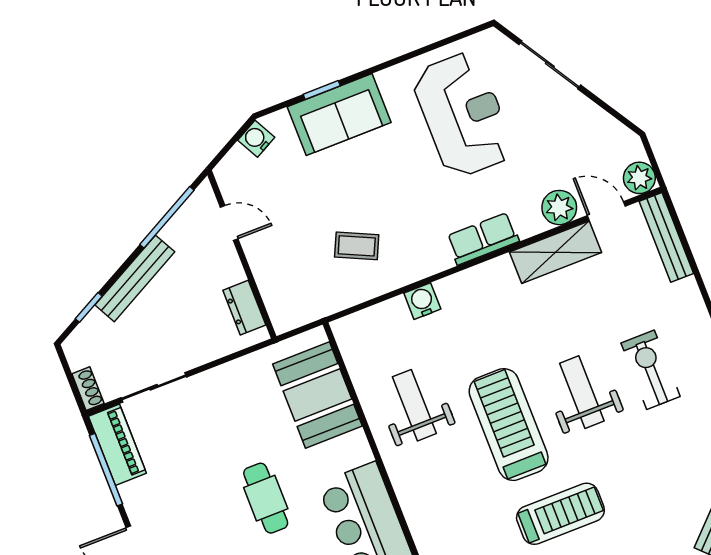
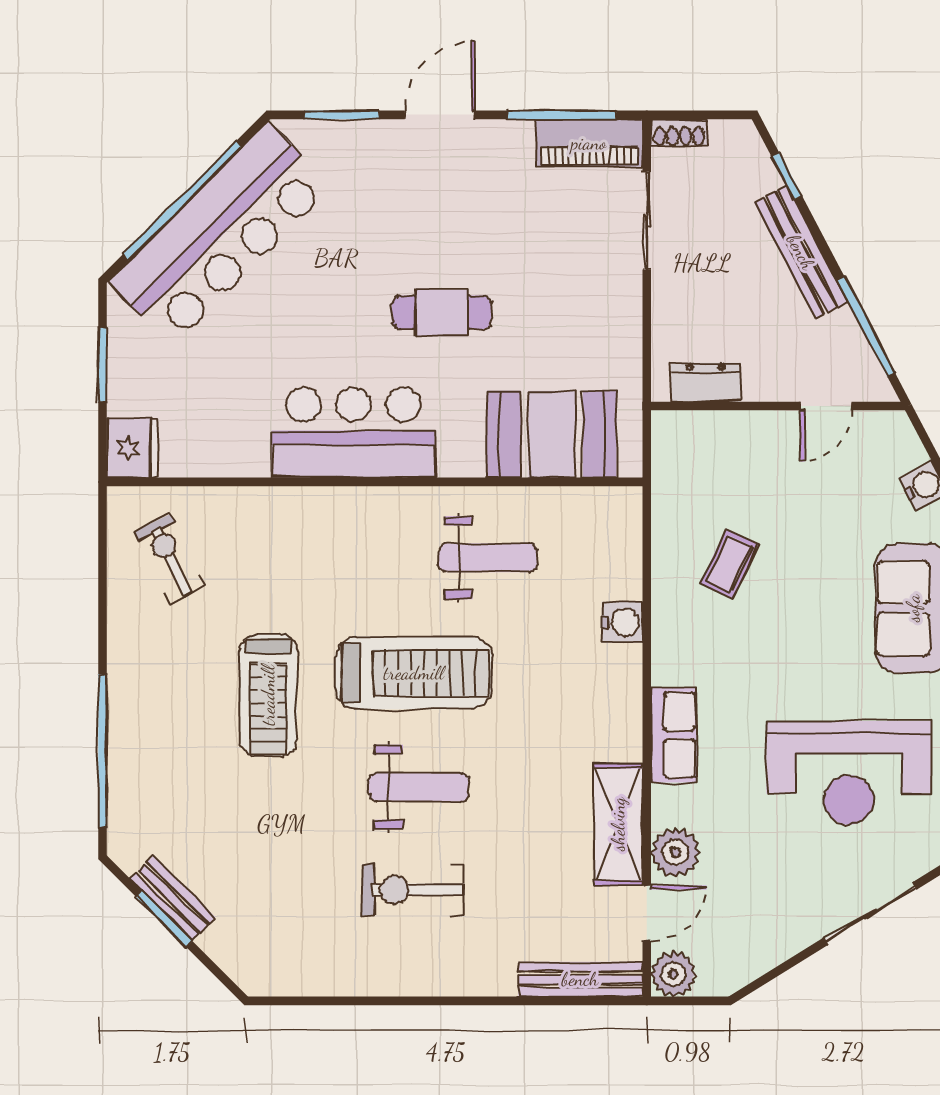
exercise bike: (651, 370) -> (413, 890), turned 180

